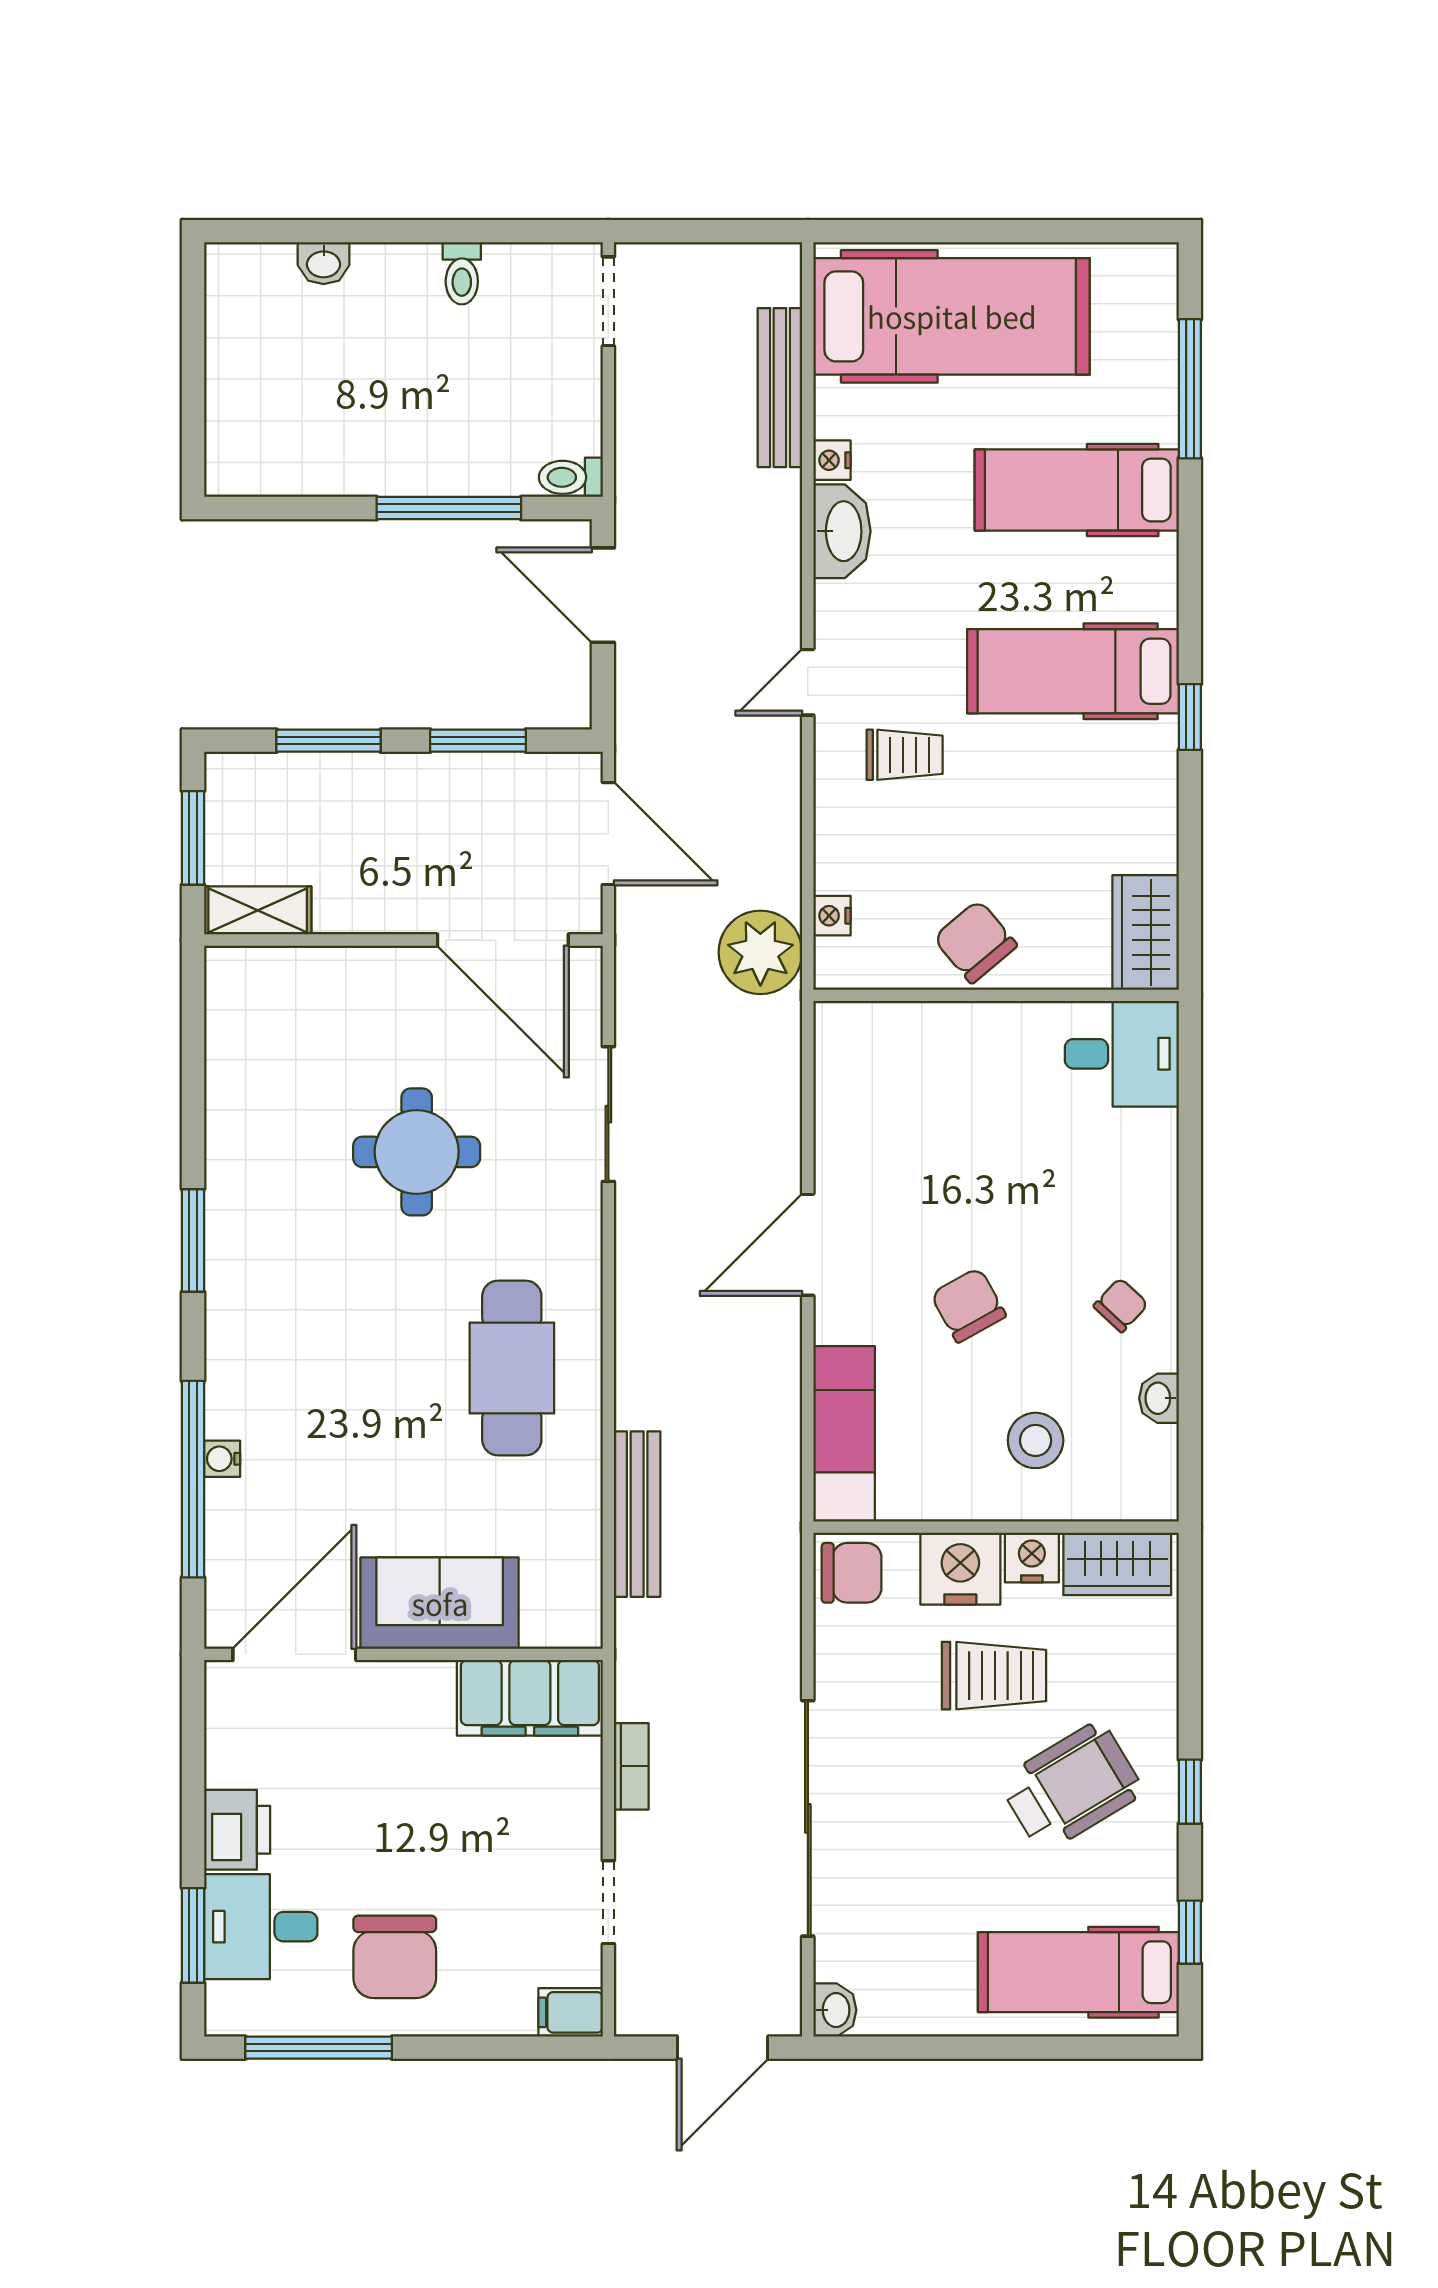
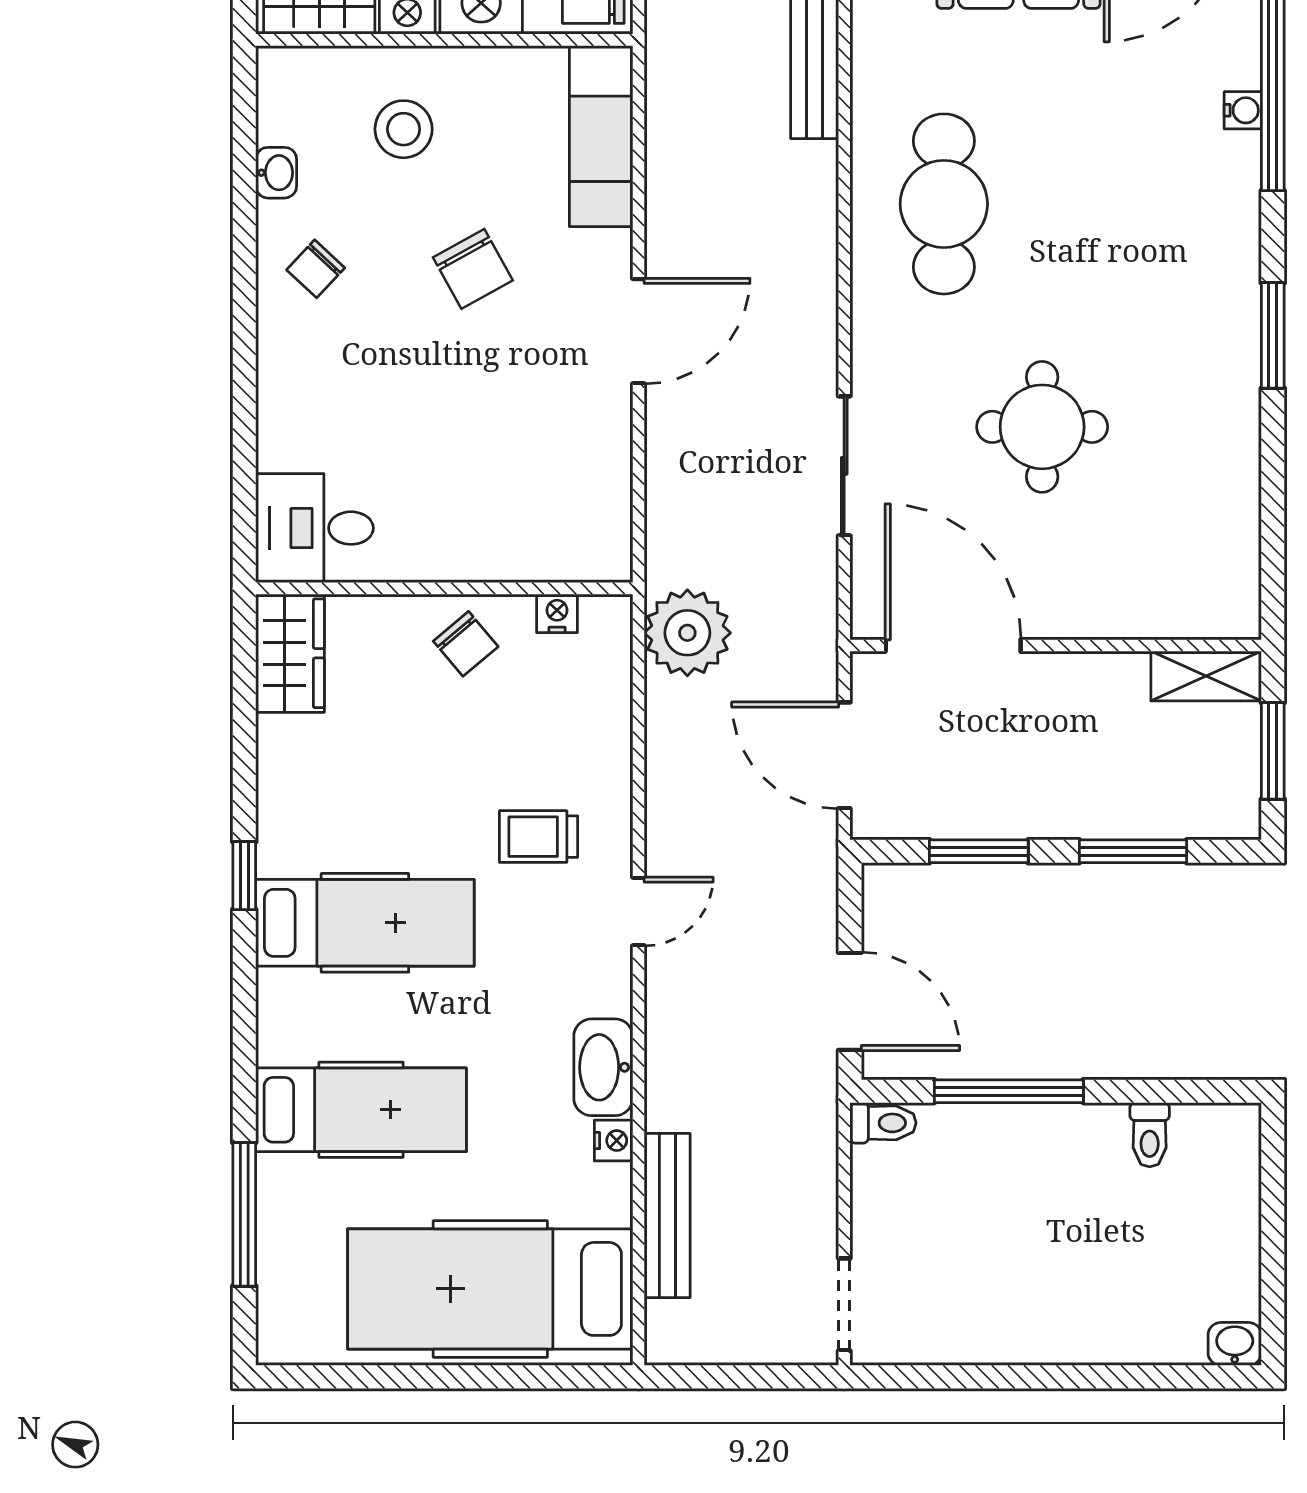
washbasin: (324, 263) -> (1235, 1344), moved
toilet: (462, 273) -> (1150, 1135), moved, turned 180
nightstand: (832, 916) -> (557, 613), moved, turned -90
chair: (975, 942) -> (466, 644), width x0.73, depth x0.73

